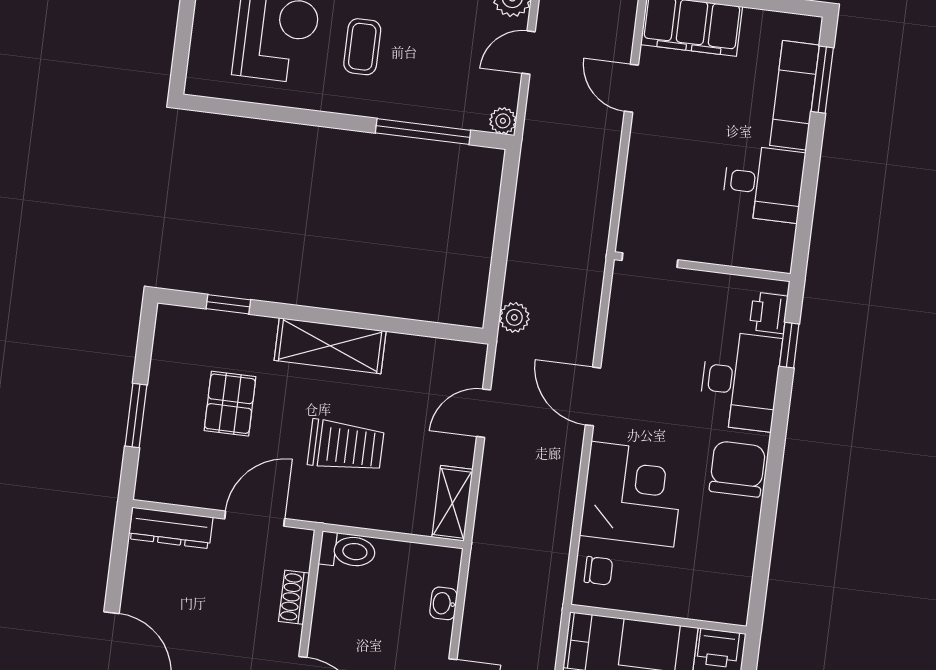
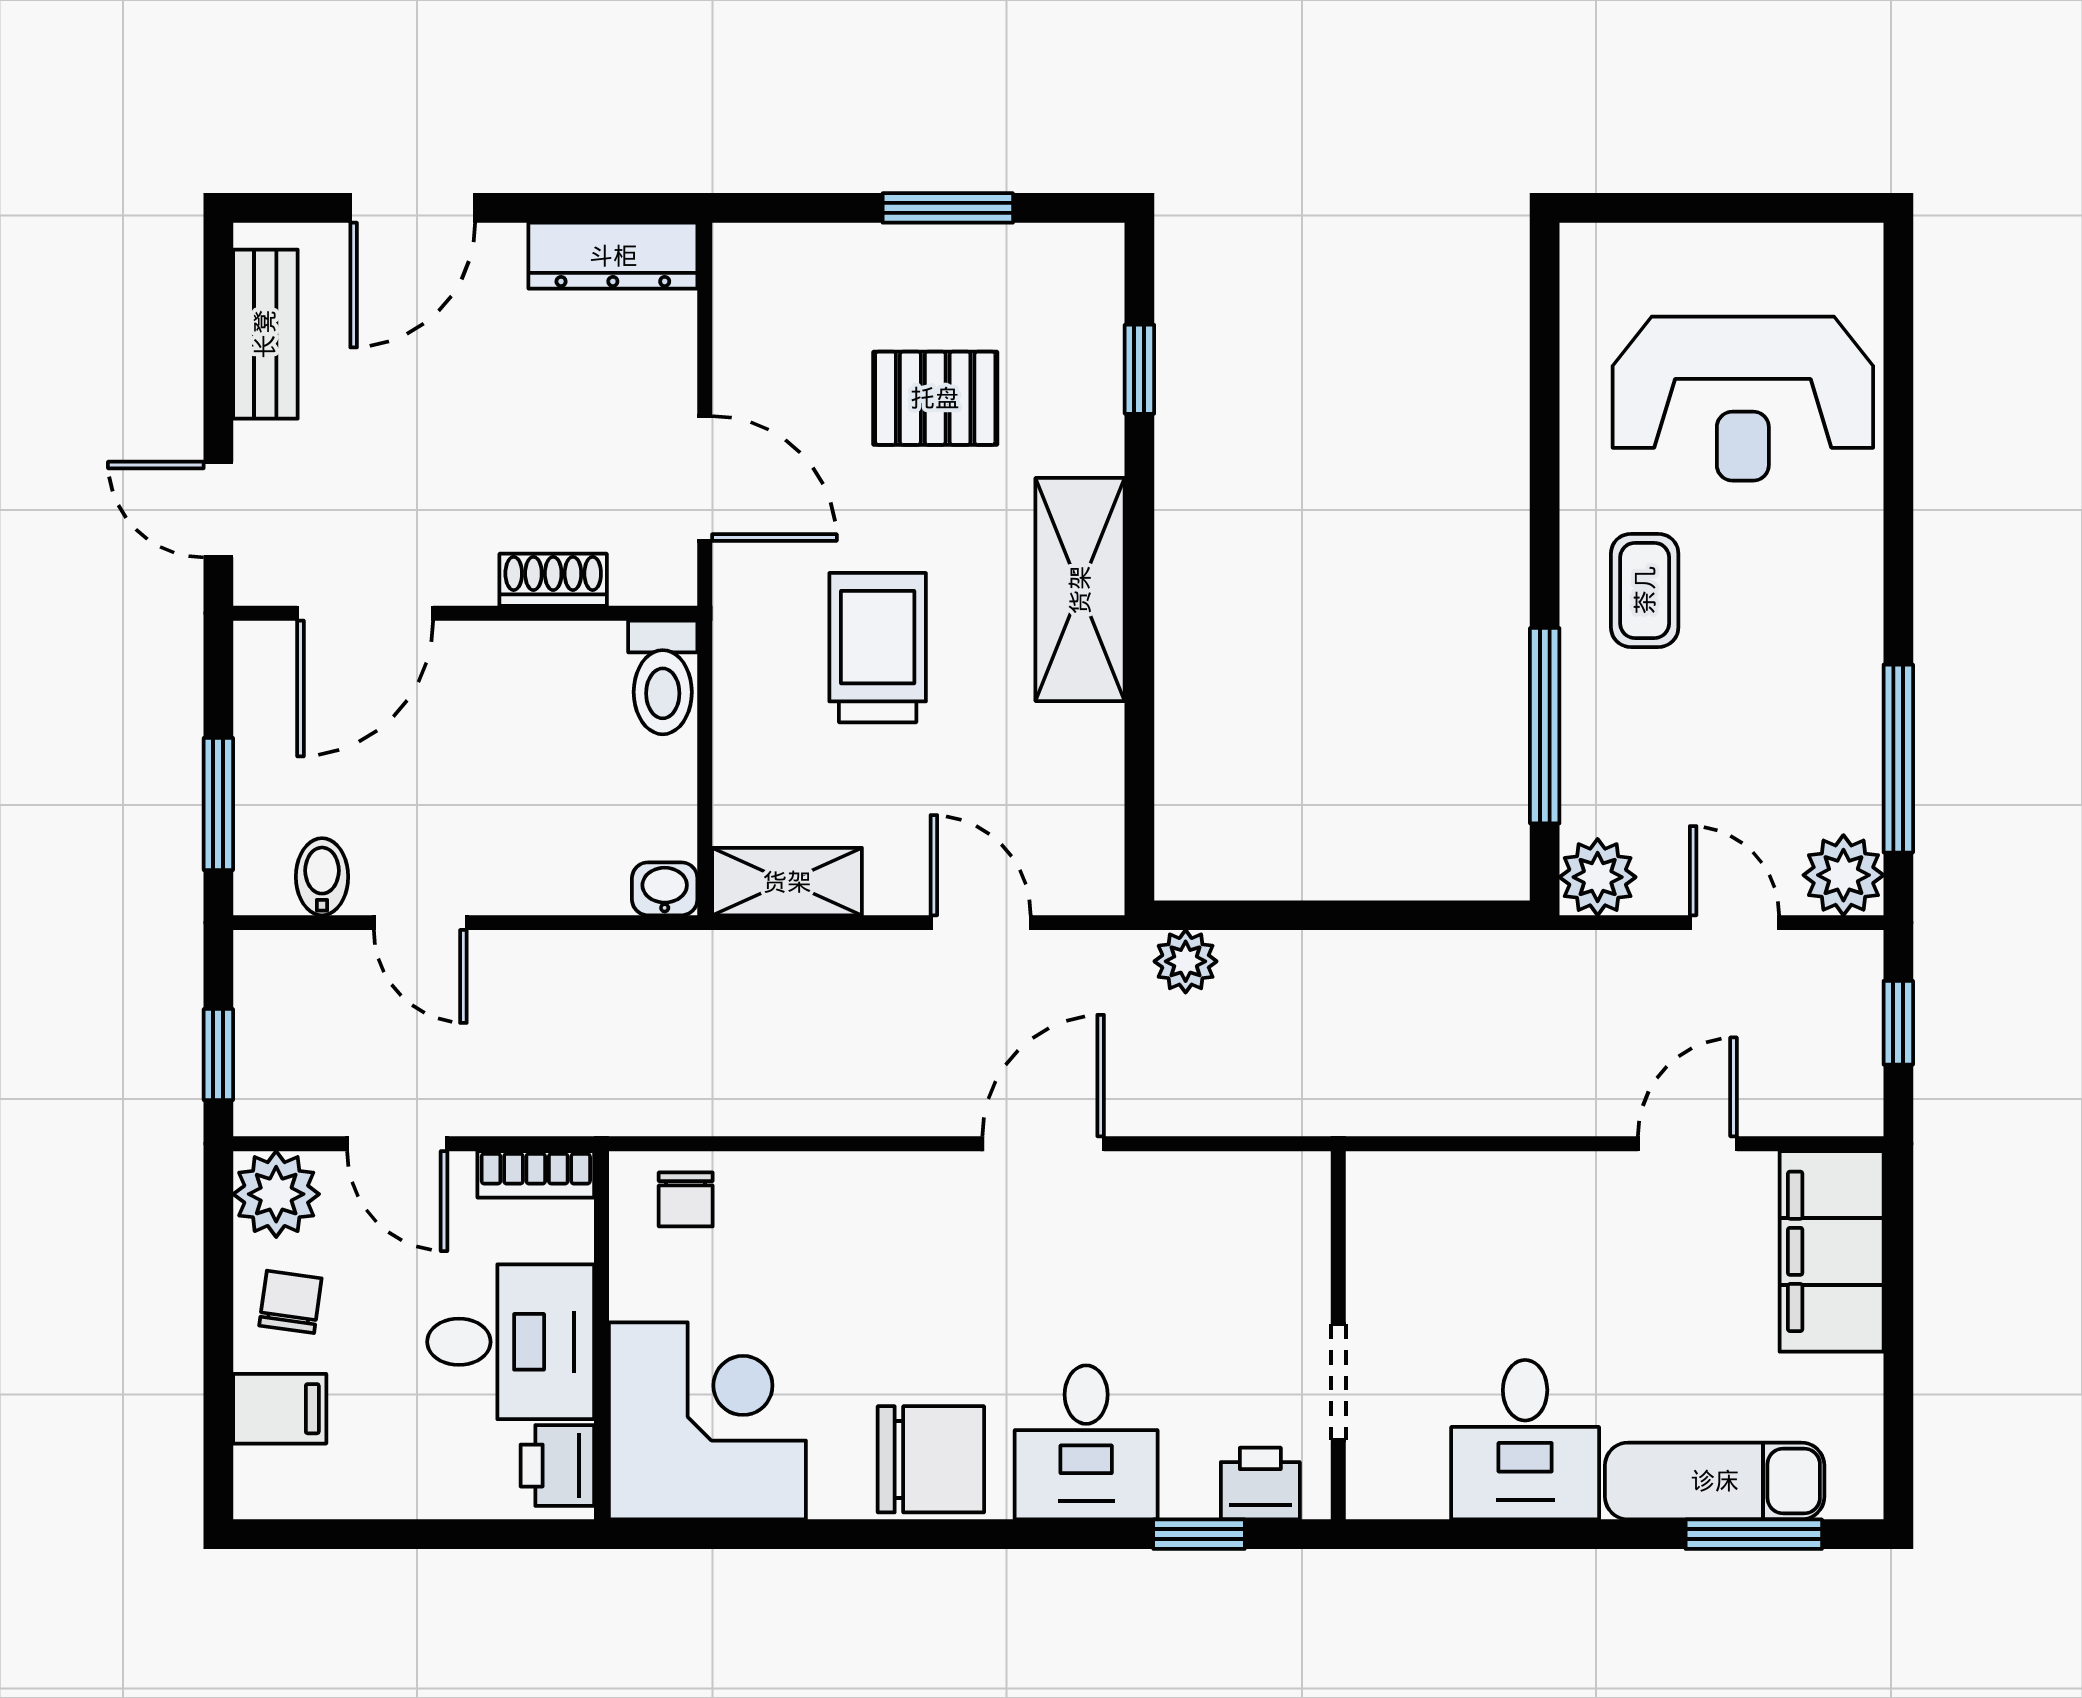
coffee table: (362, 47) -> (1645, 590), moved, turned 90
plant: (503, 121) -> (1598, 877), width x1.38, depth x1.38
doorway: (650, 260) -> (1338, 1382), moved
desk: (740, 381) -> (1086, 1442), width x0.73
window: (136, 416) -> (948, 208), moved
trolley: (346, 446) -> (878, 648), turned 180
corner desk: (632, 494) -> (707, 1421), moved, turned -90
dresser: (171, 528) -> (613, 256), moved, turned -90
washbasin: (443, 603) -> (665, 889), moved

